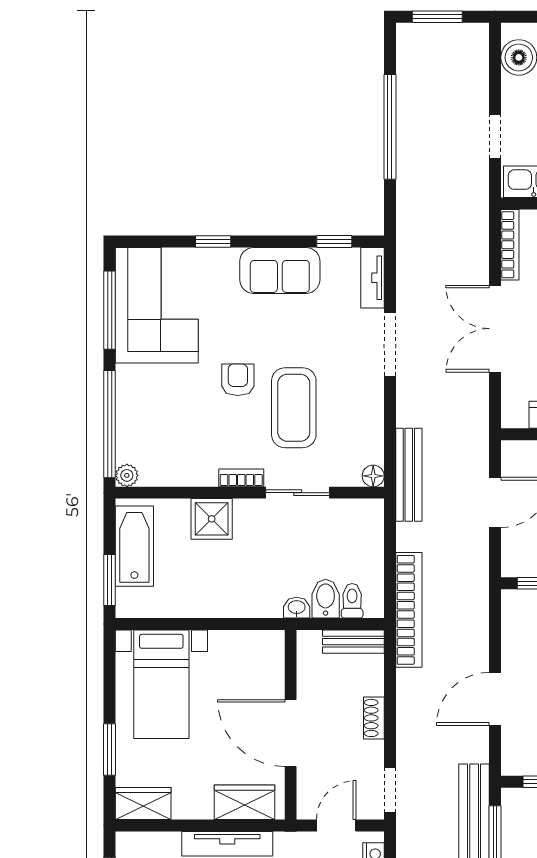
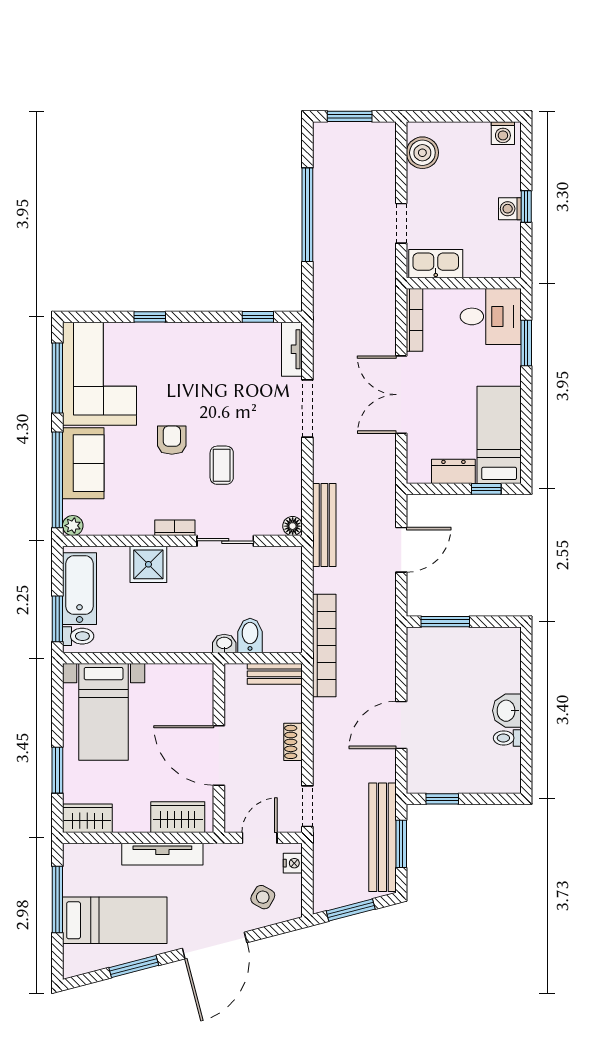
sofa: (280, 270) -> (83, 463), moved, turned -90
coffee table: (294, 408) -> (222, 465), width x0.54, depth x0.58
toilet: (352, 601) -> (78, 636), moved, turned 90

